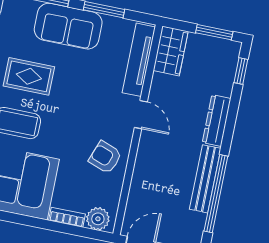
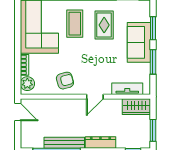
tv unit: (139, 60) -> (127, 89), width x0.71
armchair: (105, 157) -> (65, 81), turned 55

